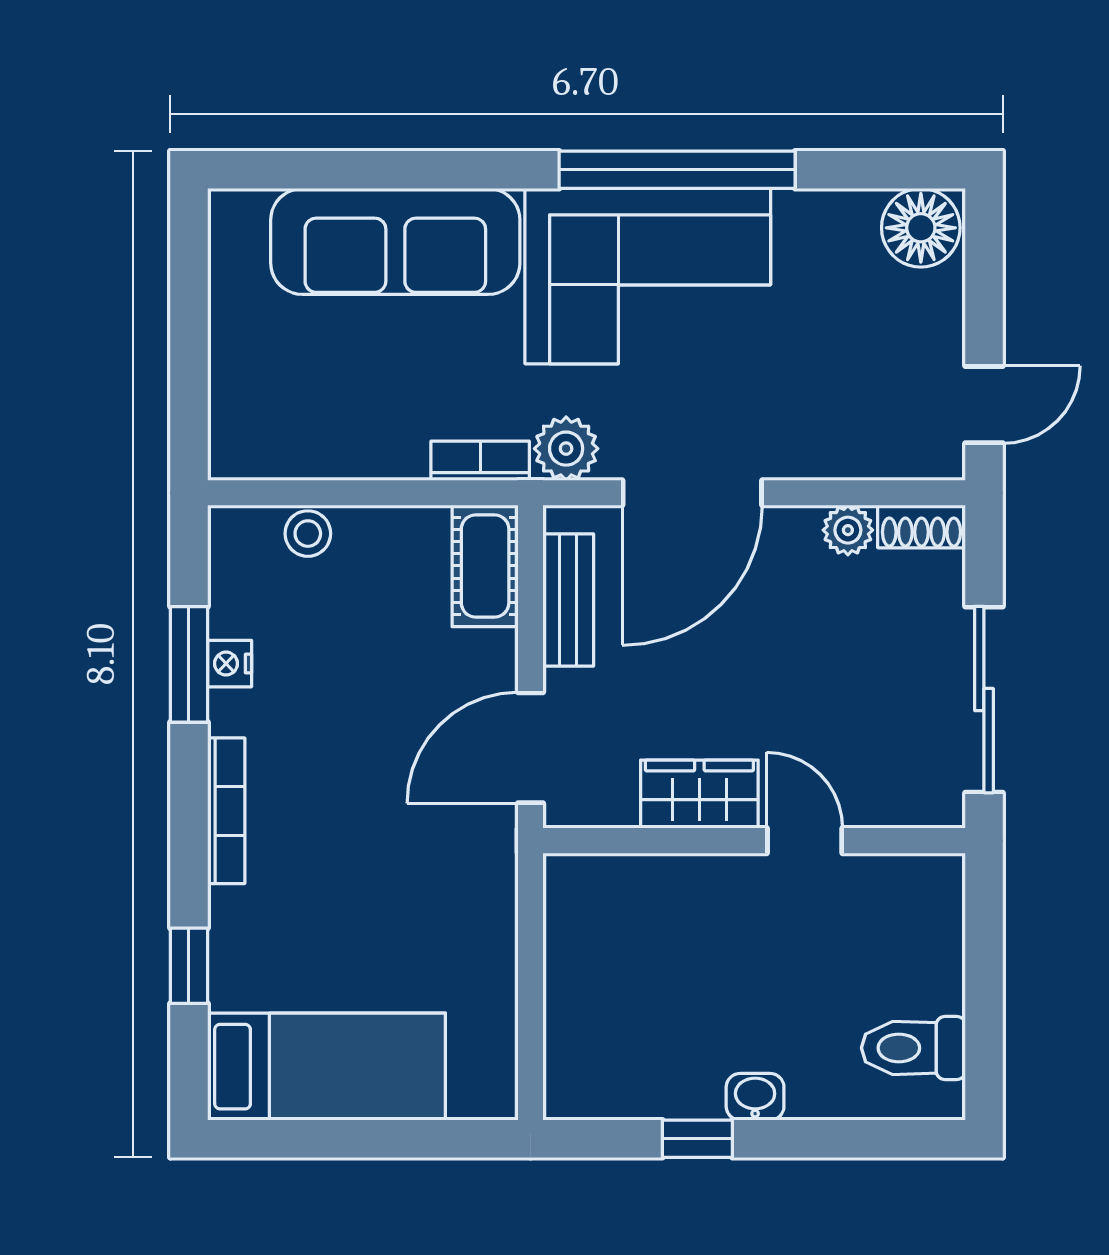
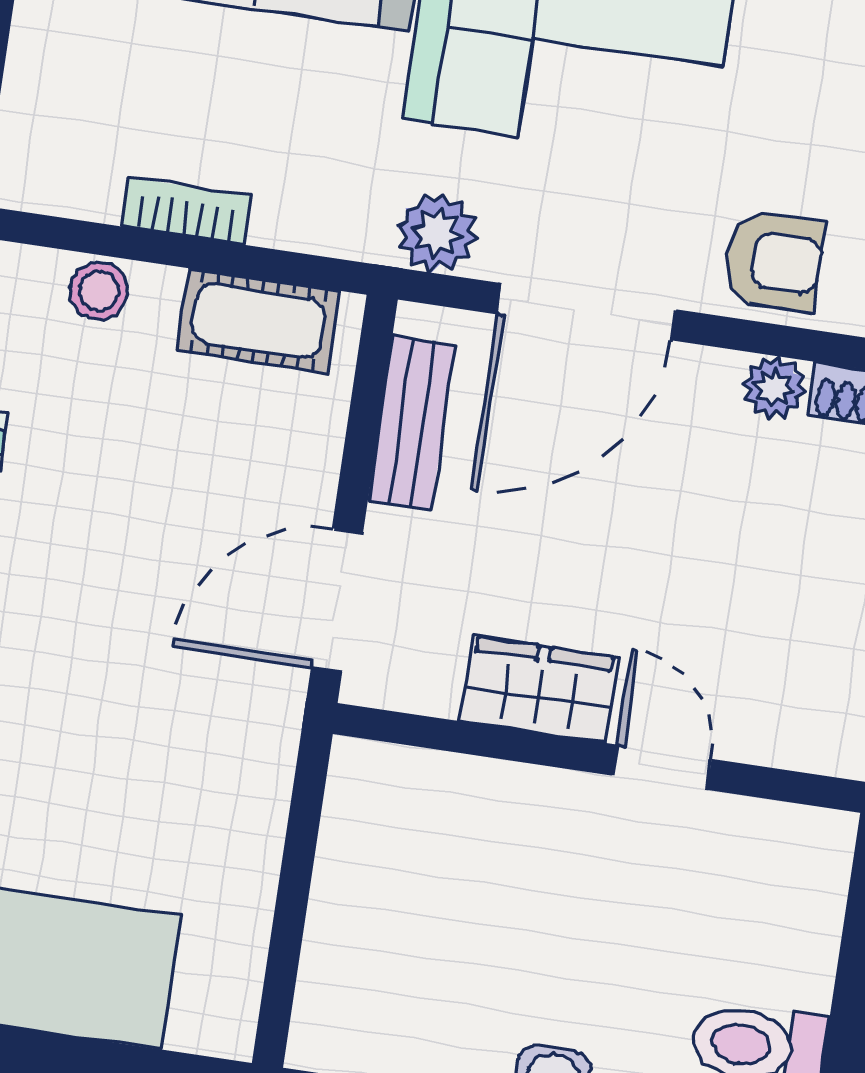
armchair: (833, 431) -> (774, 261), added
bookcase: (480, 461) -> (186, 211), moved
cot: (485, 566) -> (258, 321), moved, turned 90

